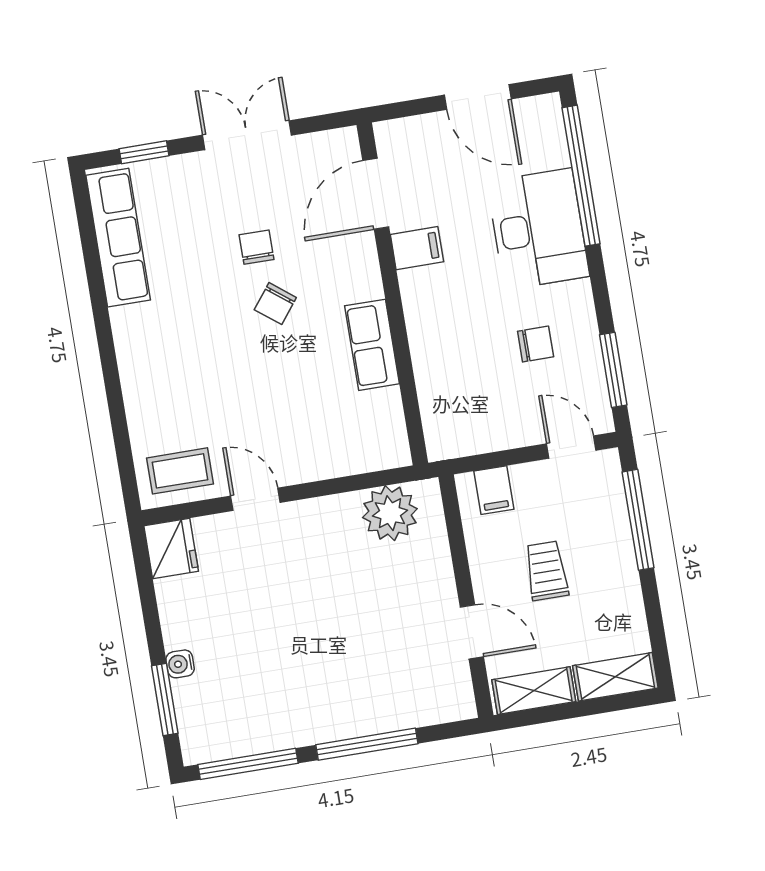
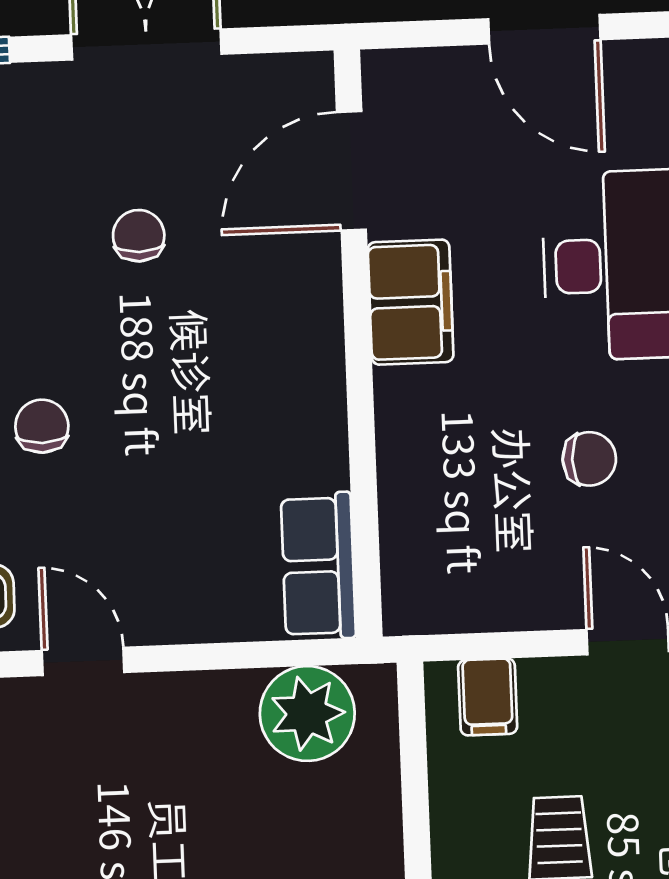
filing cabinet: (417, 248) -> (411, 302), width x2.00
chair: (275, 304) -> (42, 426), moved, turned 142
row of seats: (372, 345) -> (318, 566), moved

